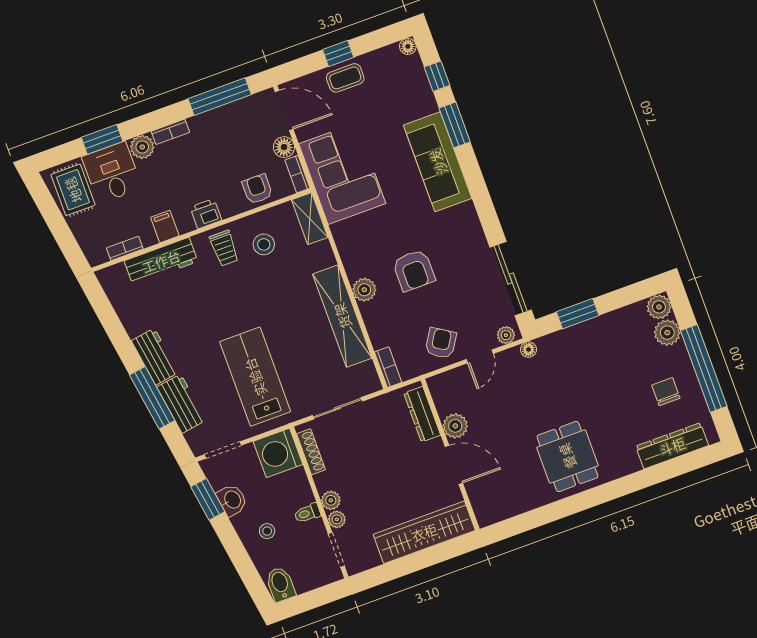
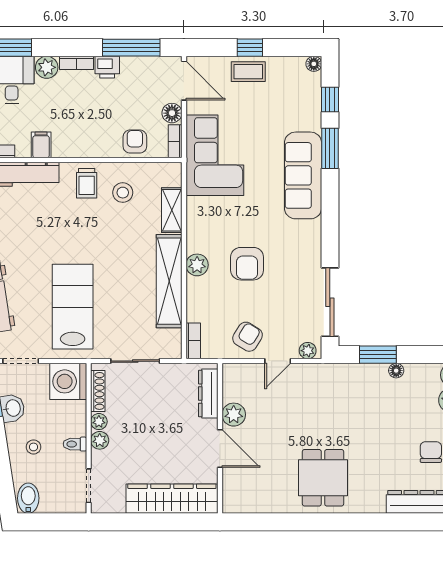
printer: (206, 214) -> (107, 67), moved, turned 180
shelving: (310, 219) -> (172, 210), moved
floor lamp: (529, 350) -> (396, 371), moved
plant: (337, 519) -> (99, 422), moved

